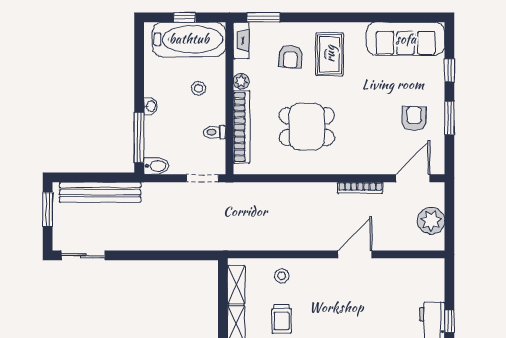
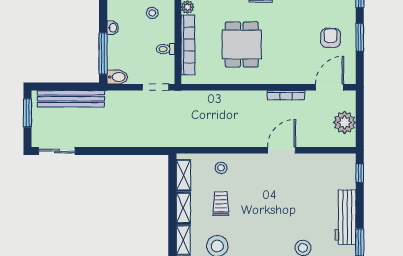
dining table: (307, 127) -> (242, 45), turned 90
trolley: (282, 319) -> (221, 204), turned 180
window: (449, 321) -> (360, 173), moved

